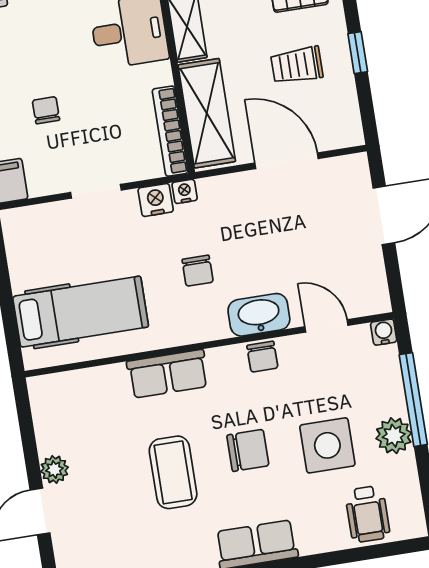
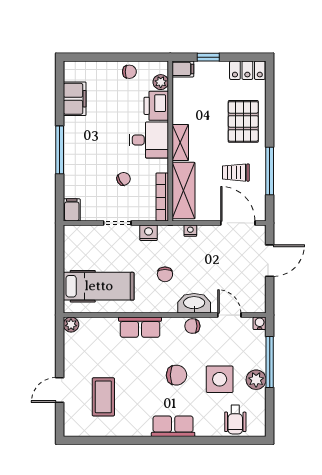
window: (358, 53) -> (270, 171), width x2.17
chair: (46, 110) -> (124, 179), moved, turned 59
door: (287, 161) -> (238, 223), moved
nightstand: (185, 191) -> (190, 231), moved
chair: (262, 357) -> (192, 326), turned 90
plant: (54, 469) -> (71, 325), moved
coffee table: (173, 472) -> (103, 397), moved

